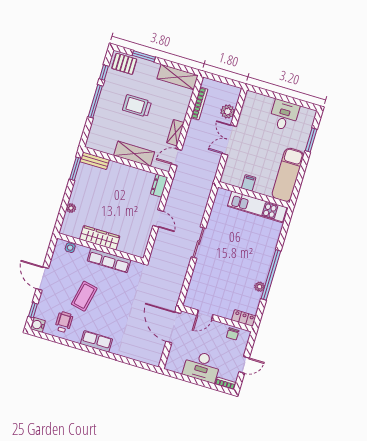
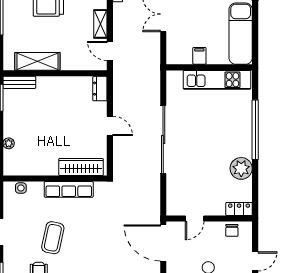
shelving: (134, 154) -> (37, 61), moved
door: (176, 157) -> (110, 51), hinge flipped
wardrobe: (100, 238) -> (81, 167), moved
sliding door: (199, 243) -> (163, 139), width x1.86
window: (271, 275) -> (255, 130), moved
plant: (260, 287) -> (241, 168), width x1.87, depth x1.87

